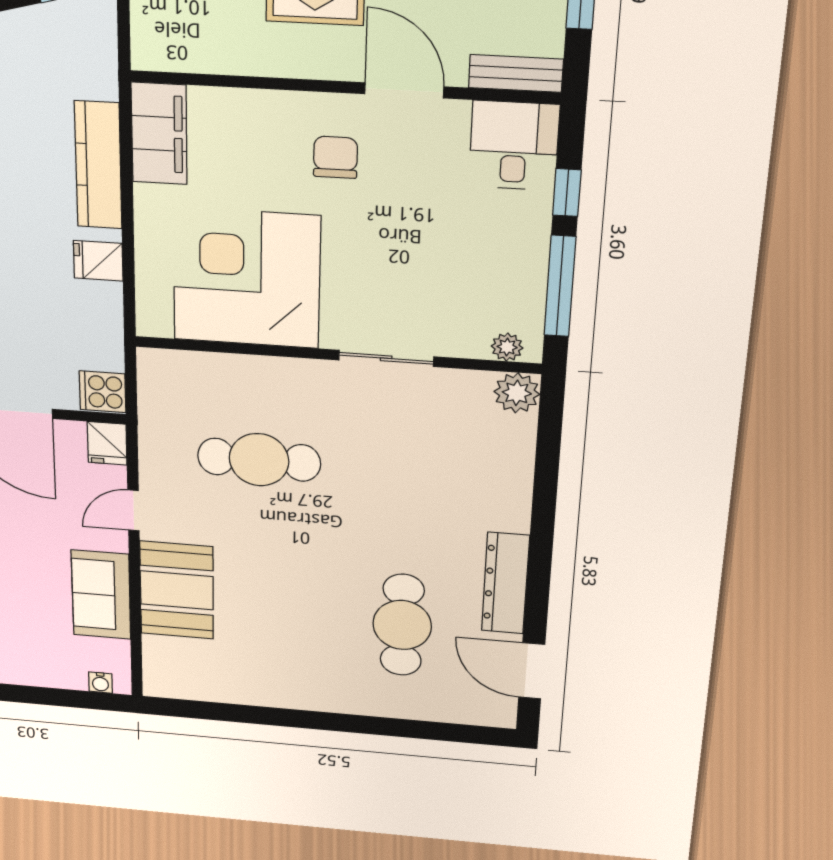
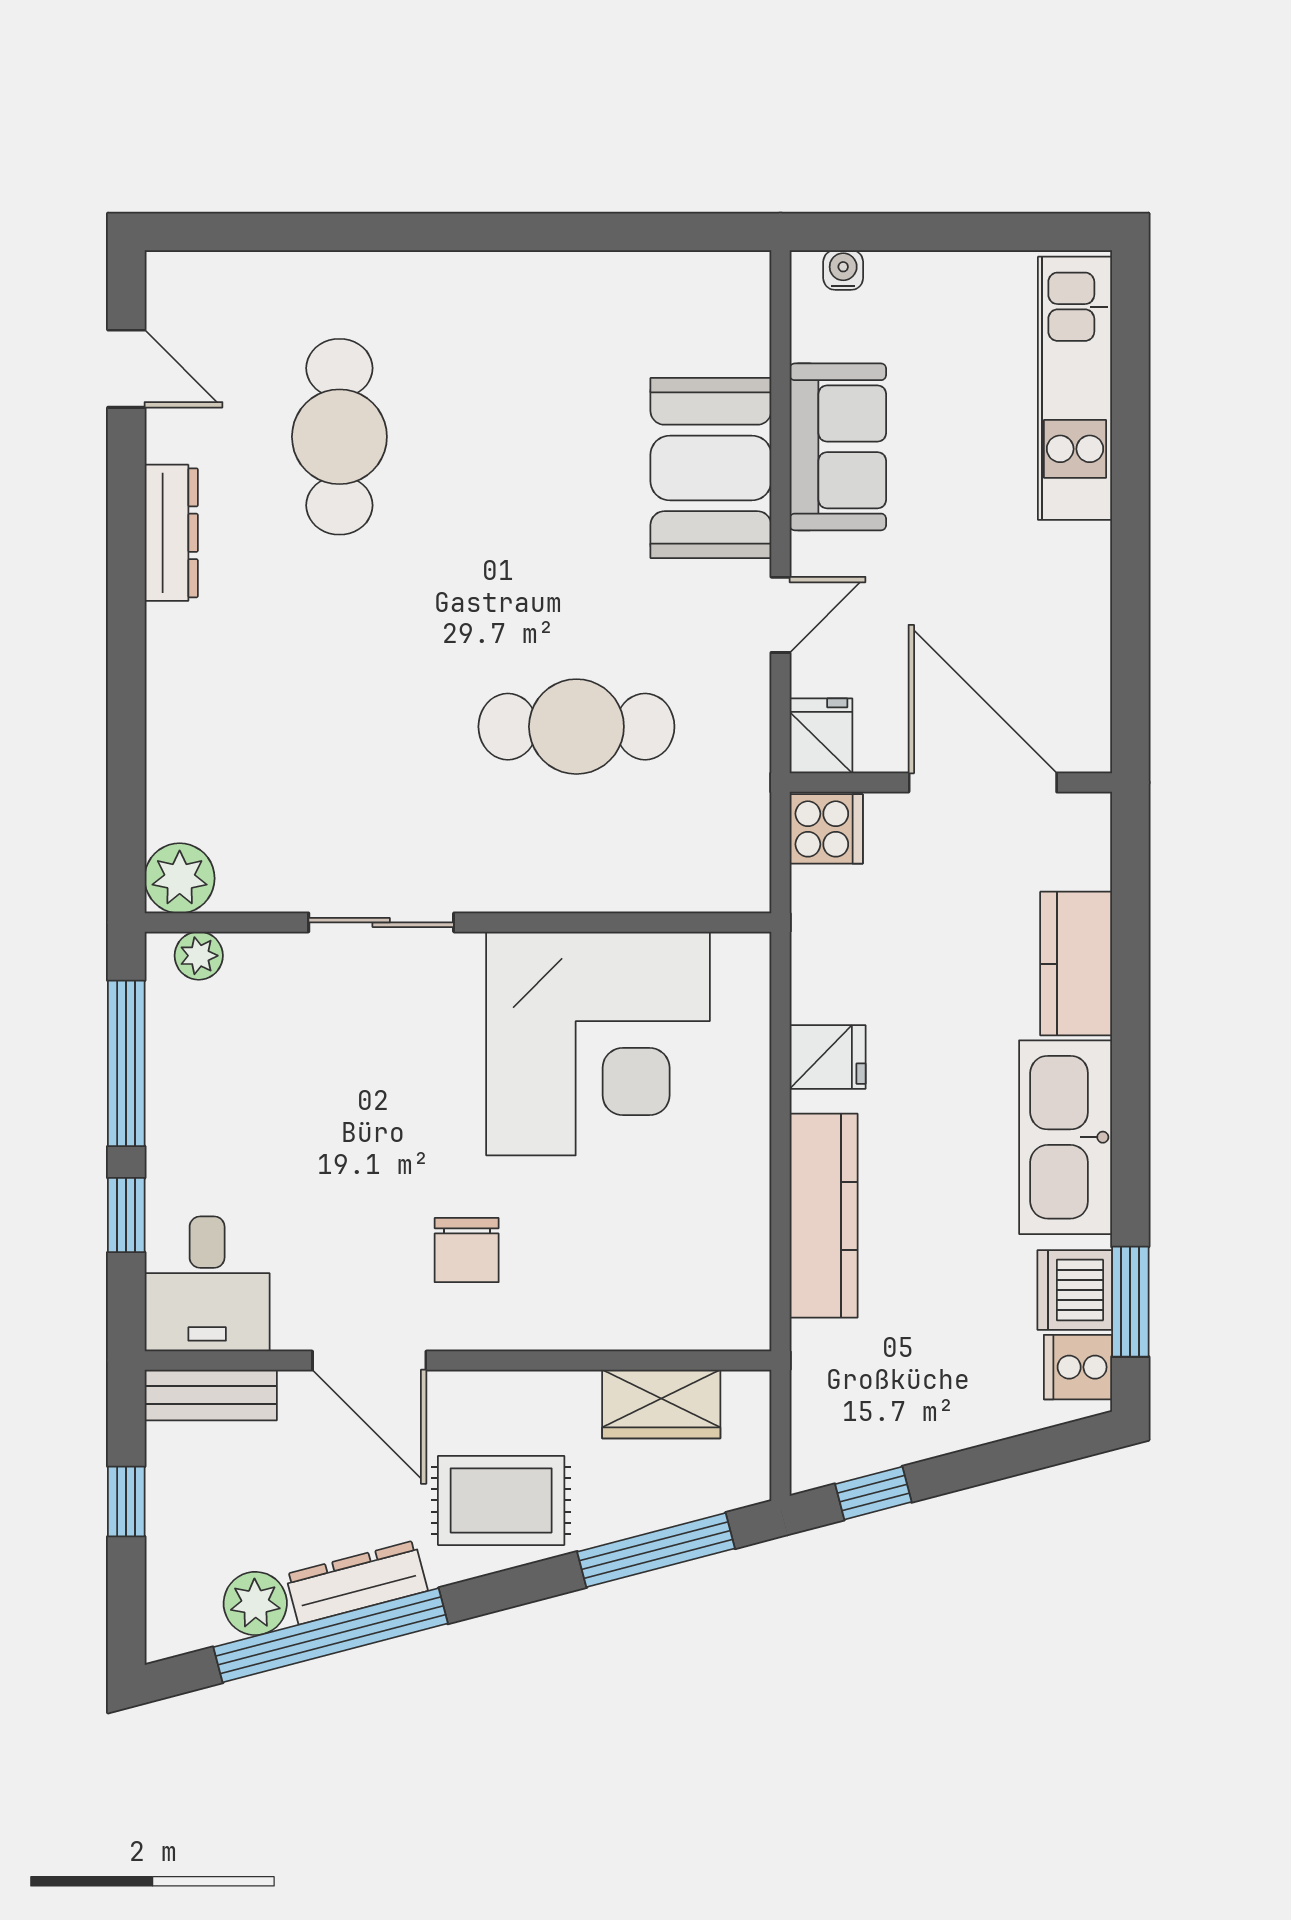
wardrobe: (205, 52) -> (661, 1404), added
filing cabinet: (159, 134) -> (730, 1272), removed
dresser: (505, 583) -> (171, 533), width x0.73, depth x0.80
door: (532, 671) -> (126, 369), width x0.73

